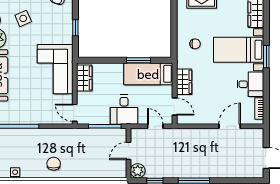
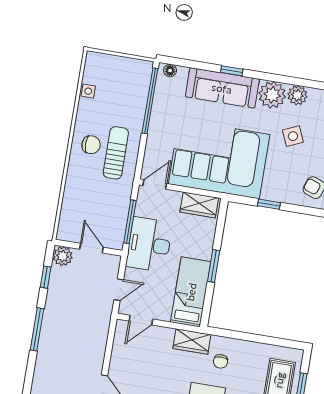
window: (139, 60) -> (214, 266), moved
corner sofa: (55, 69) -> (219, 159), width x1.36, depth x1.36
wardrobe: (184, 82) -> (192, 341), moved
desk: (124, 110) -> (149, 245), width x1.37
sun lounger: (57, 145) -> (116, 153), added

